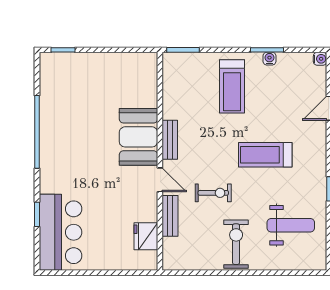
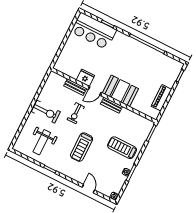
piano: (116, 62) -> (161, 98), added
treadmill: (265, 155) -> (82, 147), turned 180
fridge: (146, 236) -> (85, 78), moved

